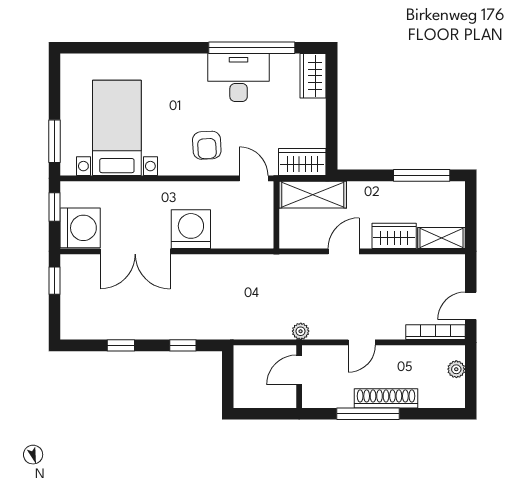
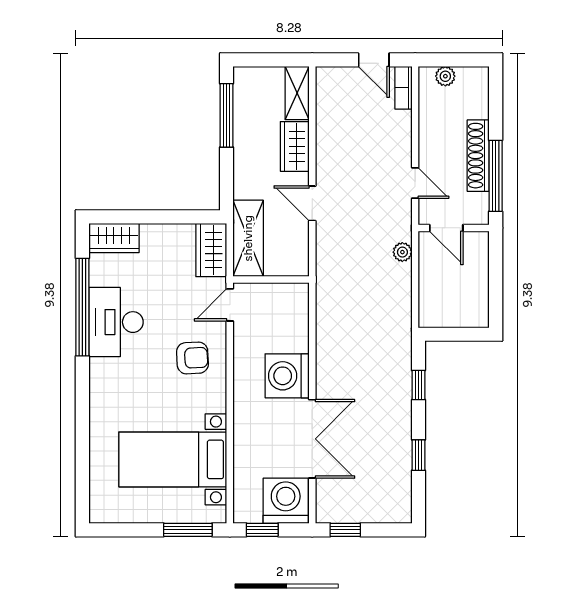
bookcase: (435, 332) -> (403, 88), width x0.64
door: (299, 370) -> (446, 228), moved
wall: (299, 377) -> (454, 228), moved

